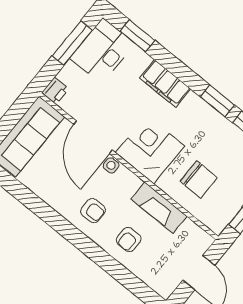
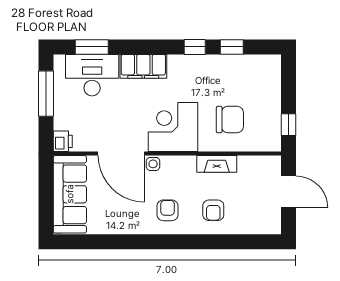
desk: (102, 51) -> (92, 75), moved, turned 90
window: (217, 101) -> (195, 47), width x0.67
fireplace: (159, 208) -> (217, 164), width x0.73, depth x0.76
armchair: (93, 211) -> (168, 210), turned -90

